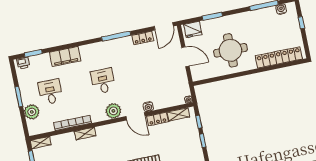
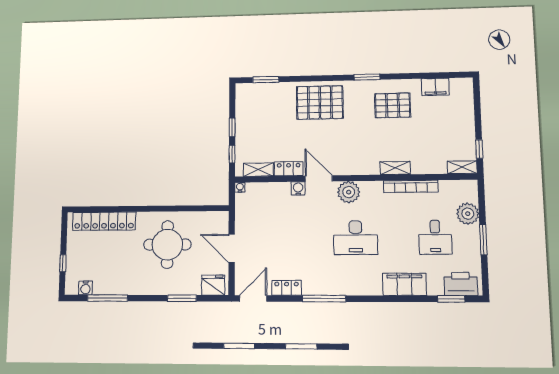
printer: (23, 63) -> (461, 284), width x1.87, depth x1.48
desk: (103, 81) -> (356, 238), width x1.37

